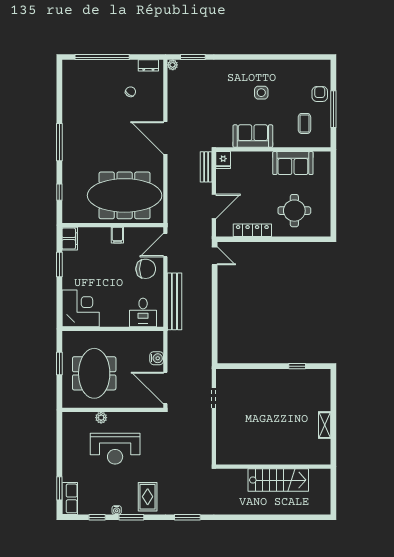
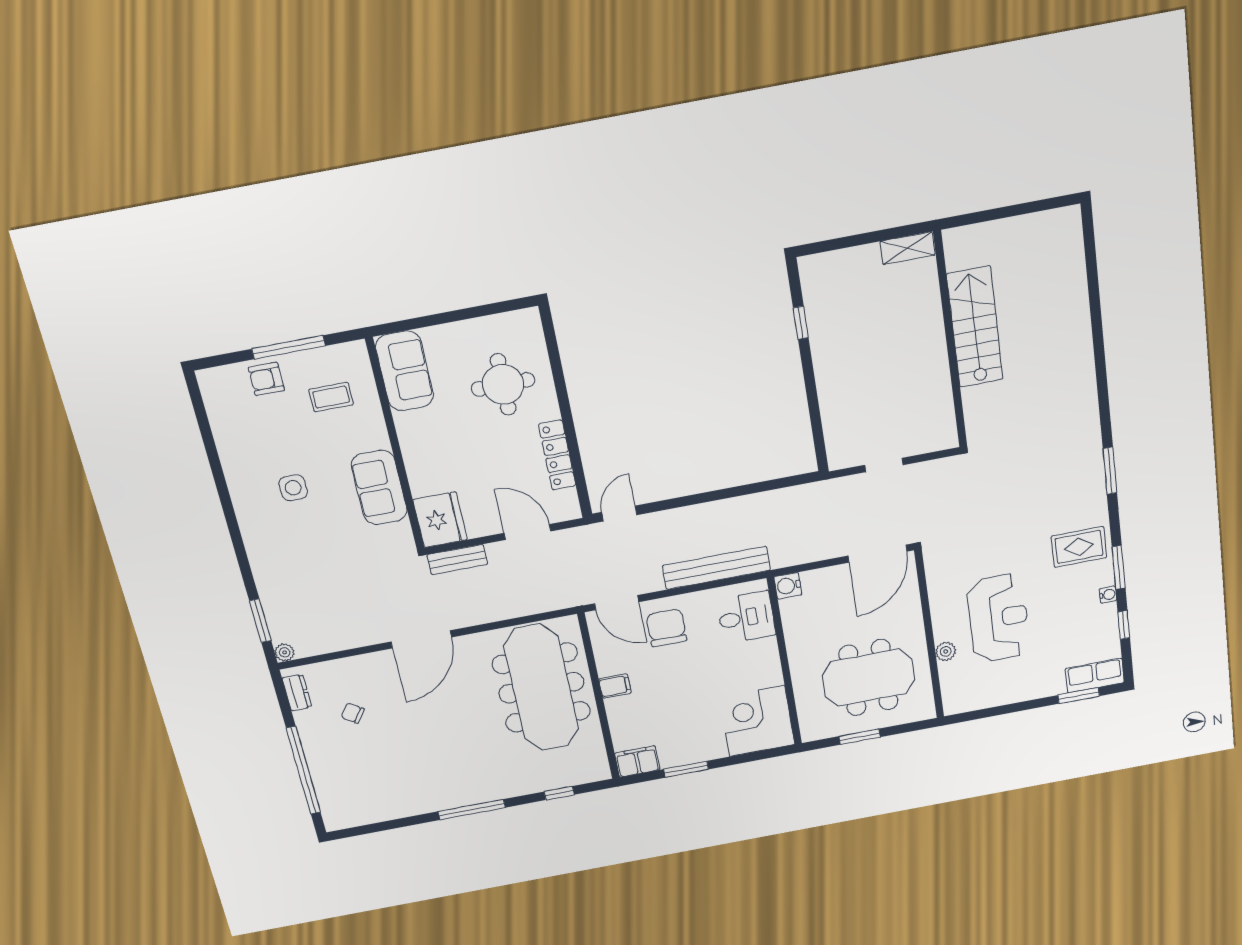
fridge: (223, 160) -> (440, 520), width x1.88, depth x1.34
sofa: (293, 163) -> (404, 371), moved
water cooler: (157, 358) -> (788, 586), moved, turned -90
wall: (273, 467) -> (950, 341), moved
stairs: (278, 480) -> (975, 327), moved

